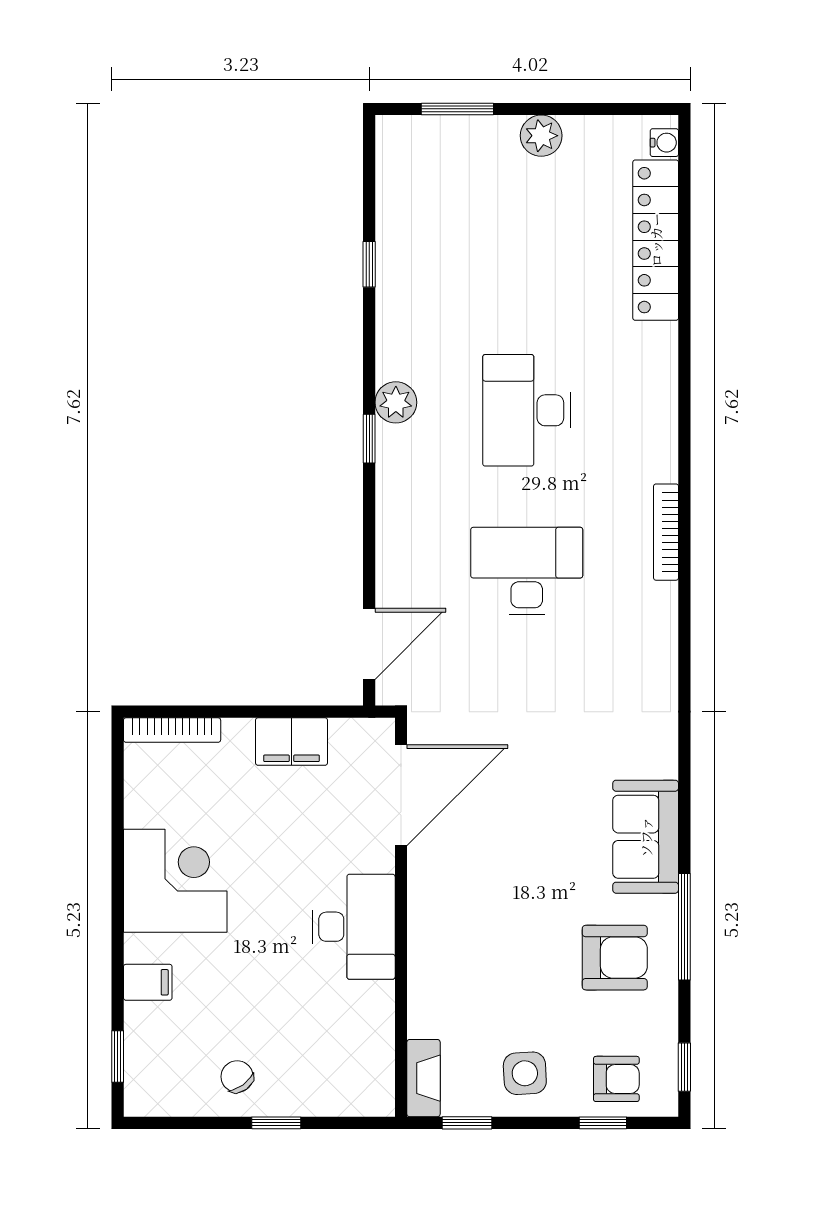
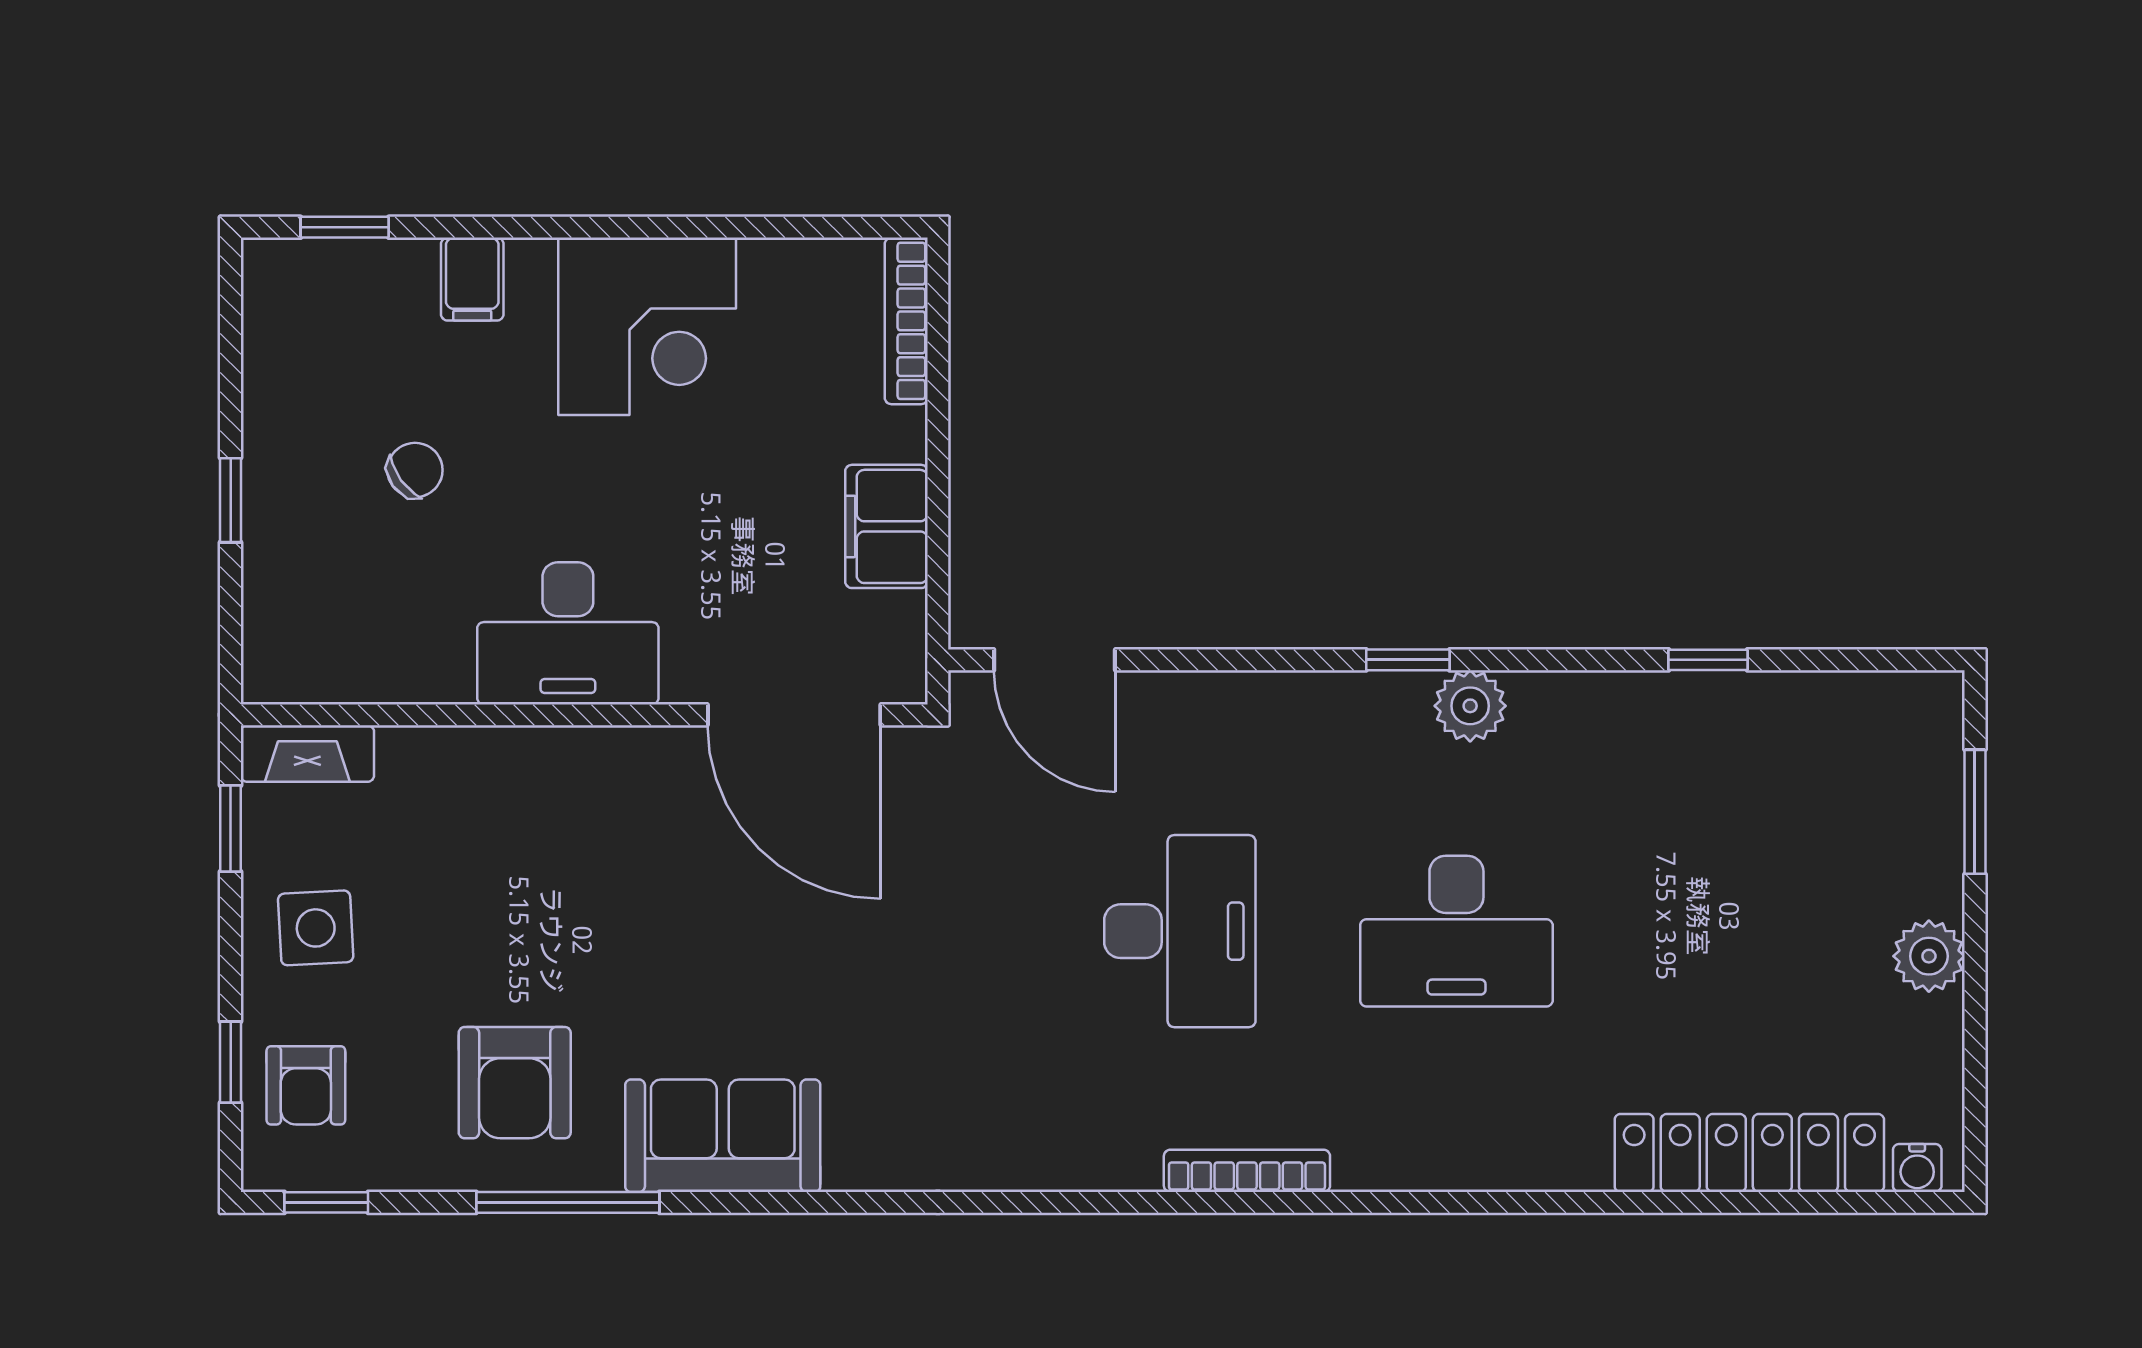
desk: (527, 410) -> (1456, 931), turned 180
chair: (237, 1077) -> (415, 470), moved

